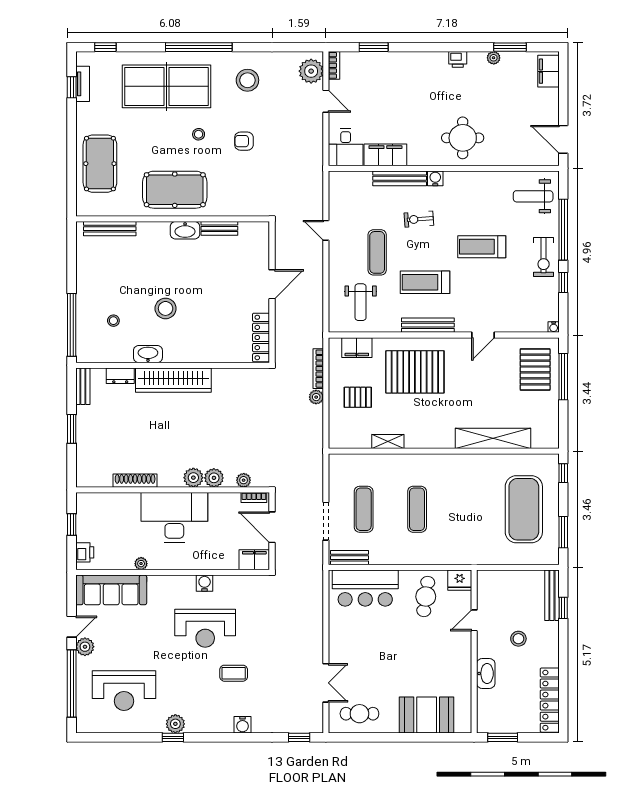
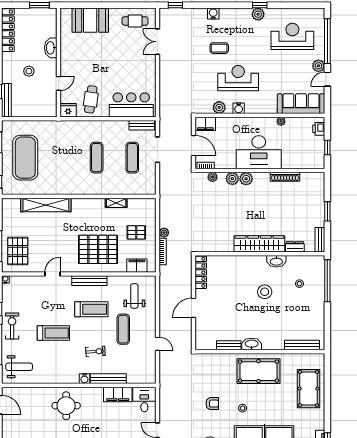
plant: (234, 584) -> (219, 107), added

